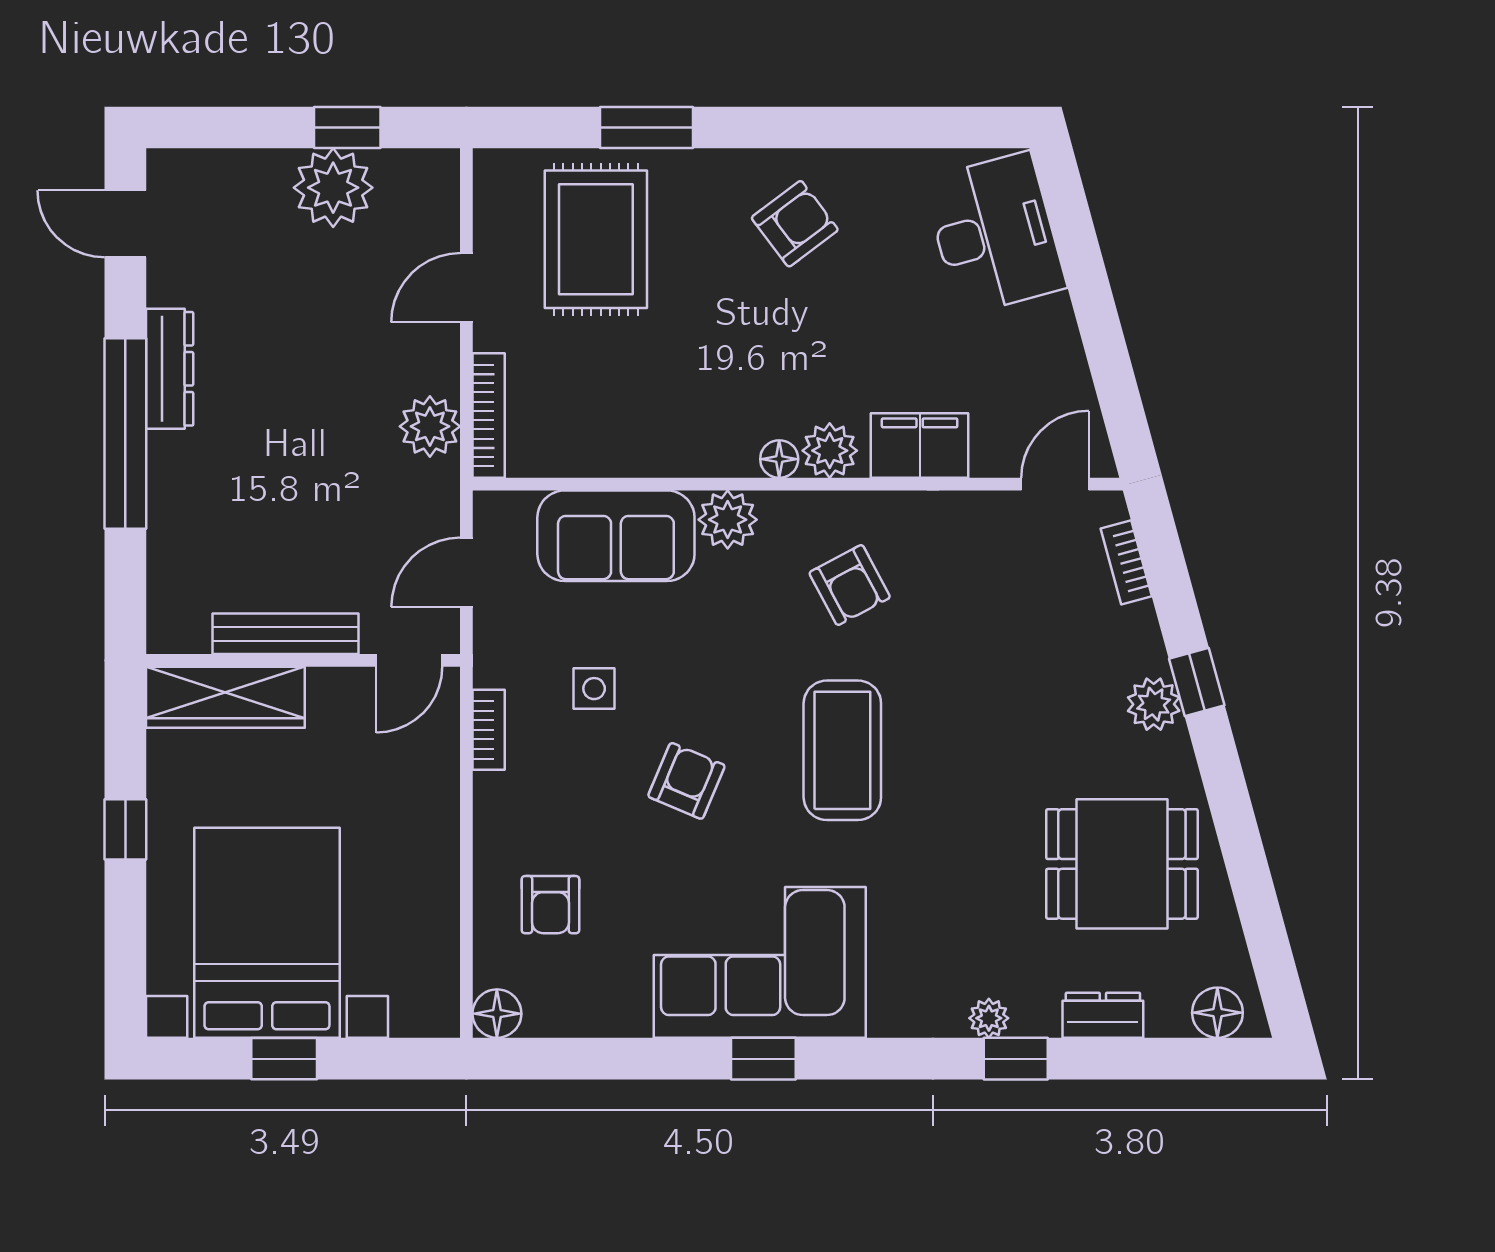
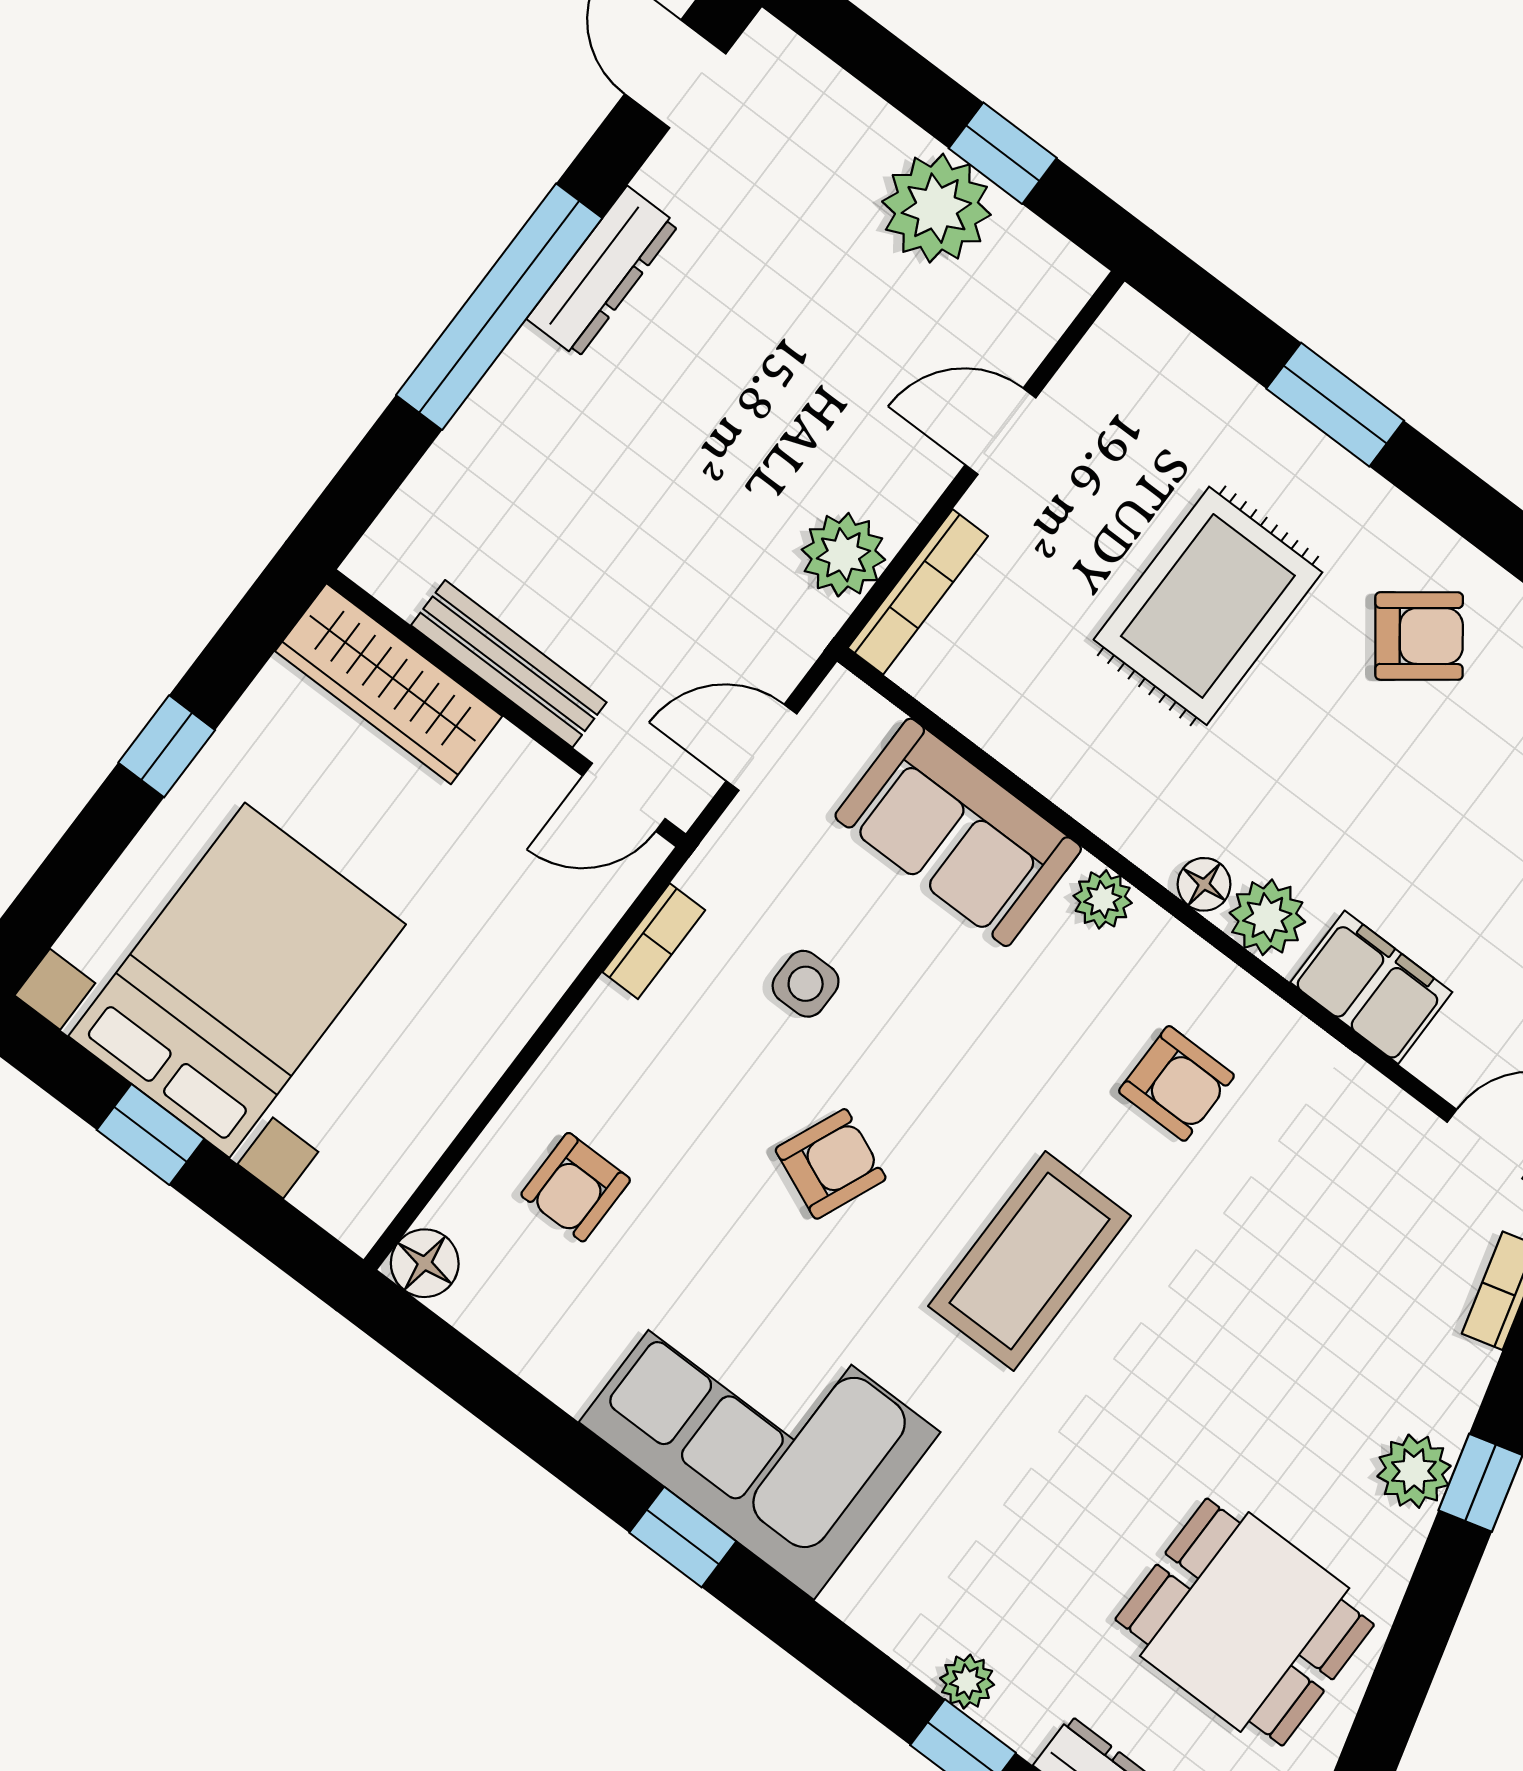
rug: (596, 239) -> (1208, 606), moved
plant: (728, 520) -> (1103, 899), width x0.73, depth x0.73
armchair: (850, 585) -> (1176, 1083), turned -62

